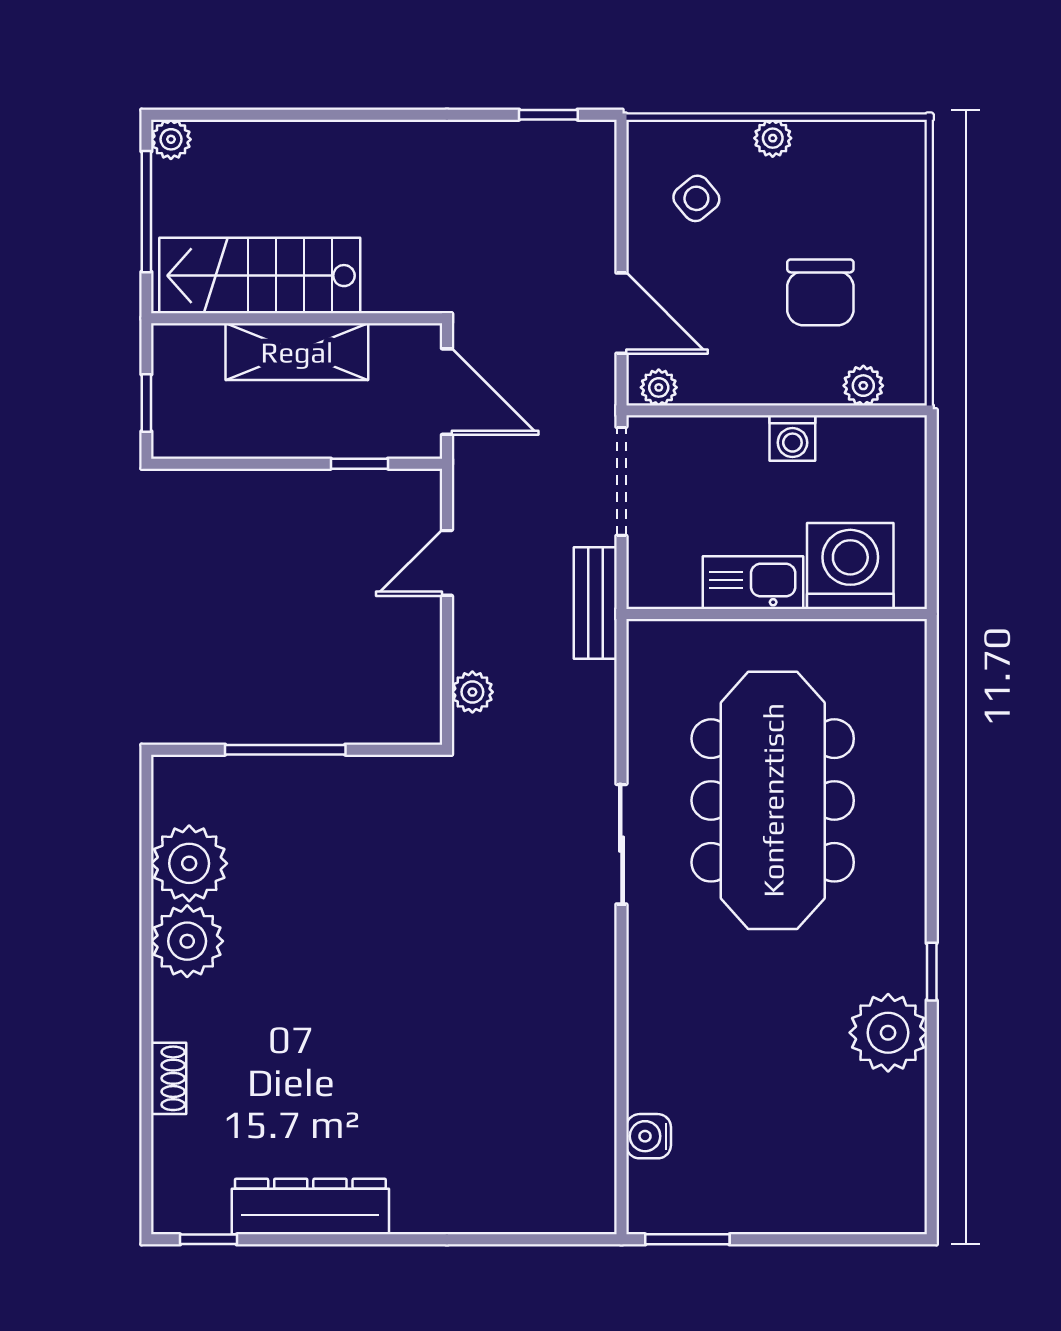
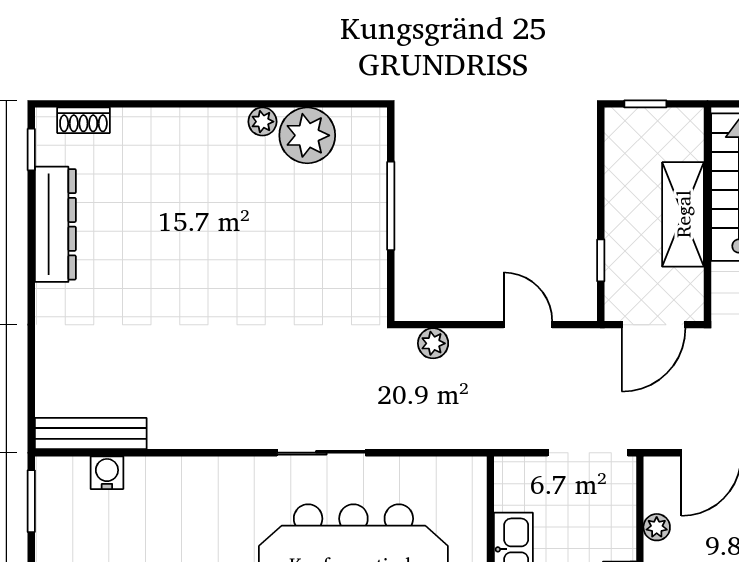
plant: (659, 387) -> (657, 527), moved
bench: (595, 603) -> (91, 434), moved, width x1.36
plant: (187, 941) -> (262, 122), width x0.53, depth x0.53
shoe rack: (169, 1078) -> (83, 120), moved

